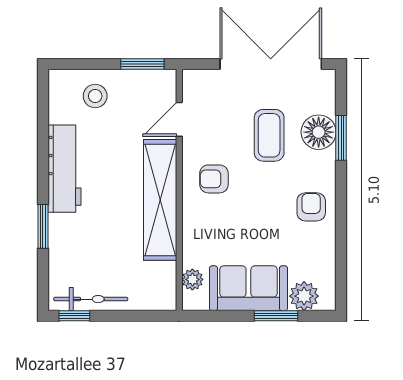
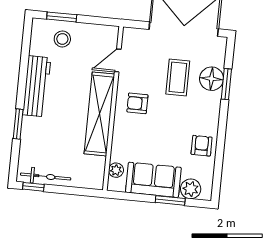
window: (142, 64) -> (62, 17), moved
armchair: (311, 207) -> (202, 146), moved

